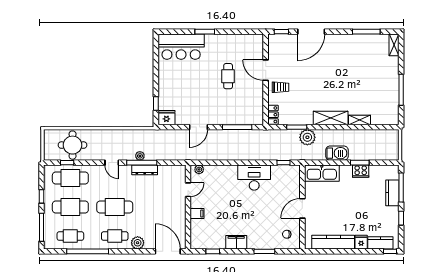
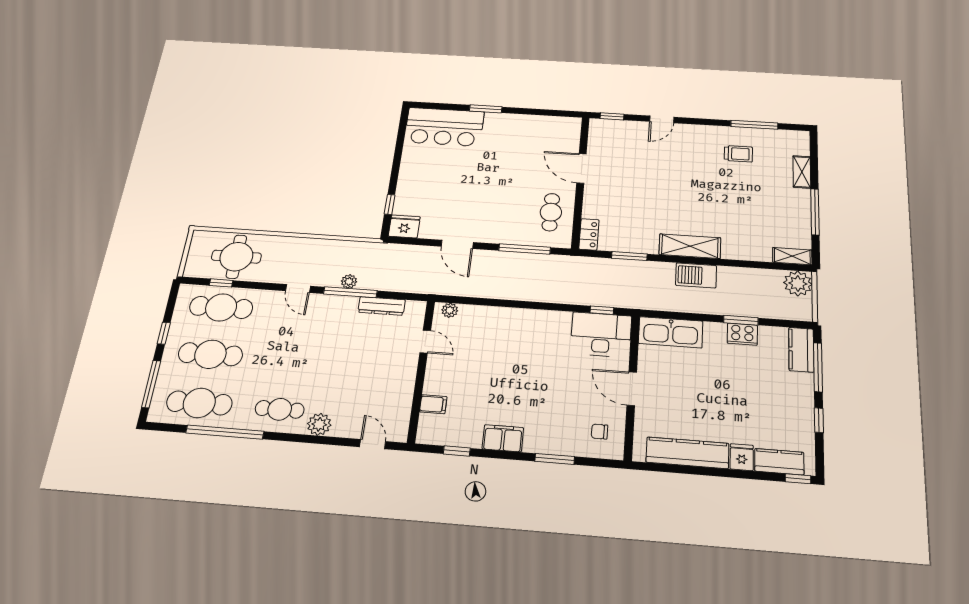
door: (311, 32) -> (662, 119), width x0.53
shelving: (394, 45) -> (802, 172), moved
cafe table: (228, 76) -> (551, 212), moved
trolley: (281, 87) -> (738, 154), moved
shelving: (359, 120) -> (792, 256), moved
door: (198, 127) -> (457, 244), hinge flipped
plant: (307, 137) -> (798, 283), moved
barbecue: (337, 153) -> (696, 275), moved, turned 180
dresser: (145, 170) -> (382, 306), moved
desk: (254, 178) -> (601, 335), moved
door: (188, 190) -> (425, 342), hinge flipped
kitchen counter: (392, 193) -> (801, 350), moved
cafe table: (115, 207) -> (289, 360), removed
door: (302, 208) -> (632, 389), hinge flipped
filing cabinet: (197, 214) -> (433, 404), moved
cafe table: (70, 236) -> (199, 403), width x1.37, depth x1.35
door: (168, 251) -> (373, 444), width x0.53

